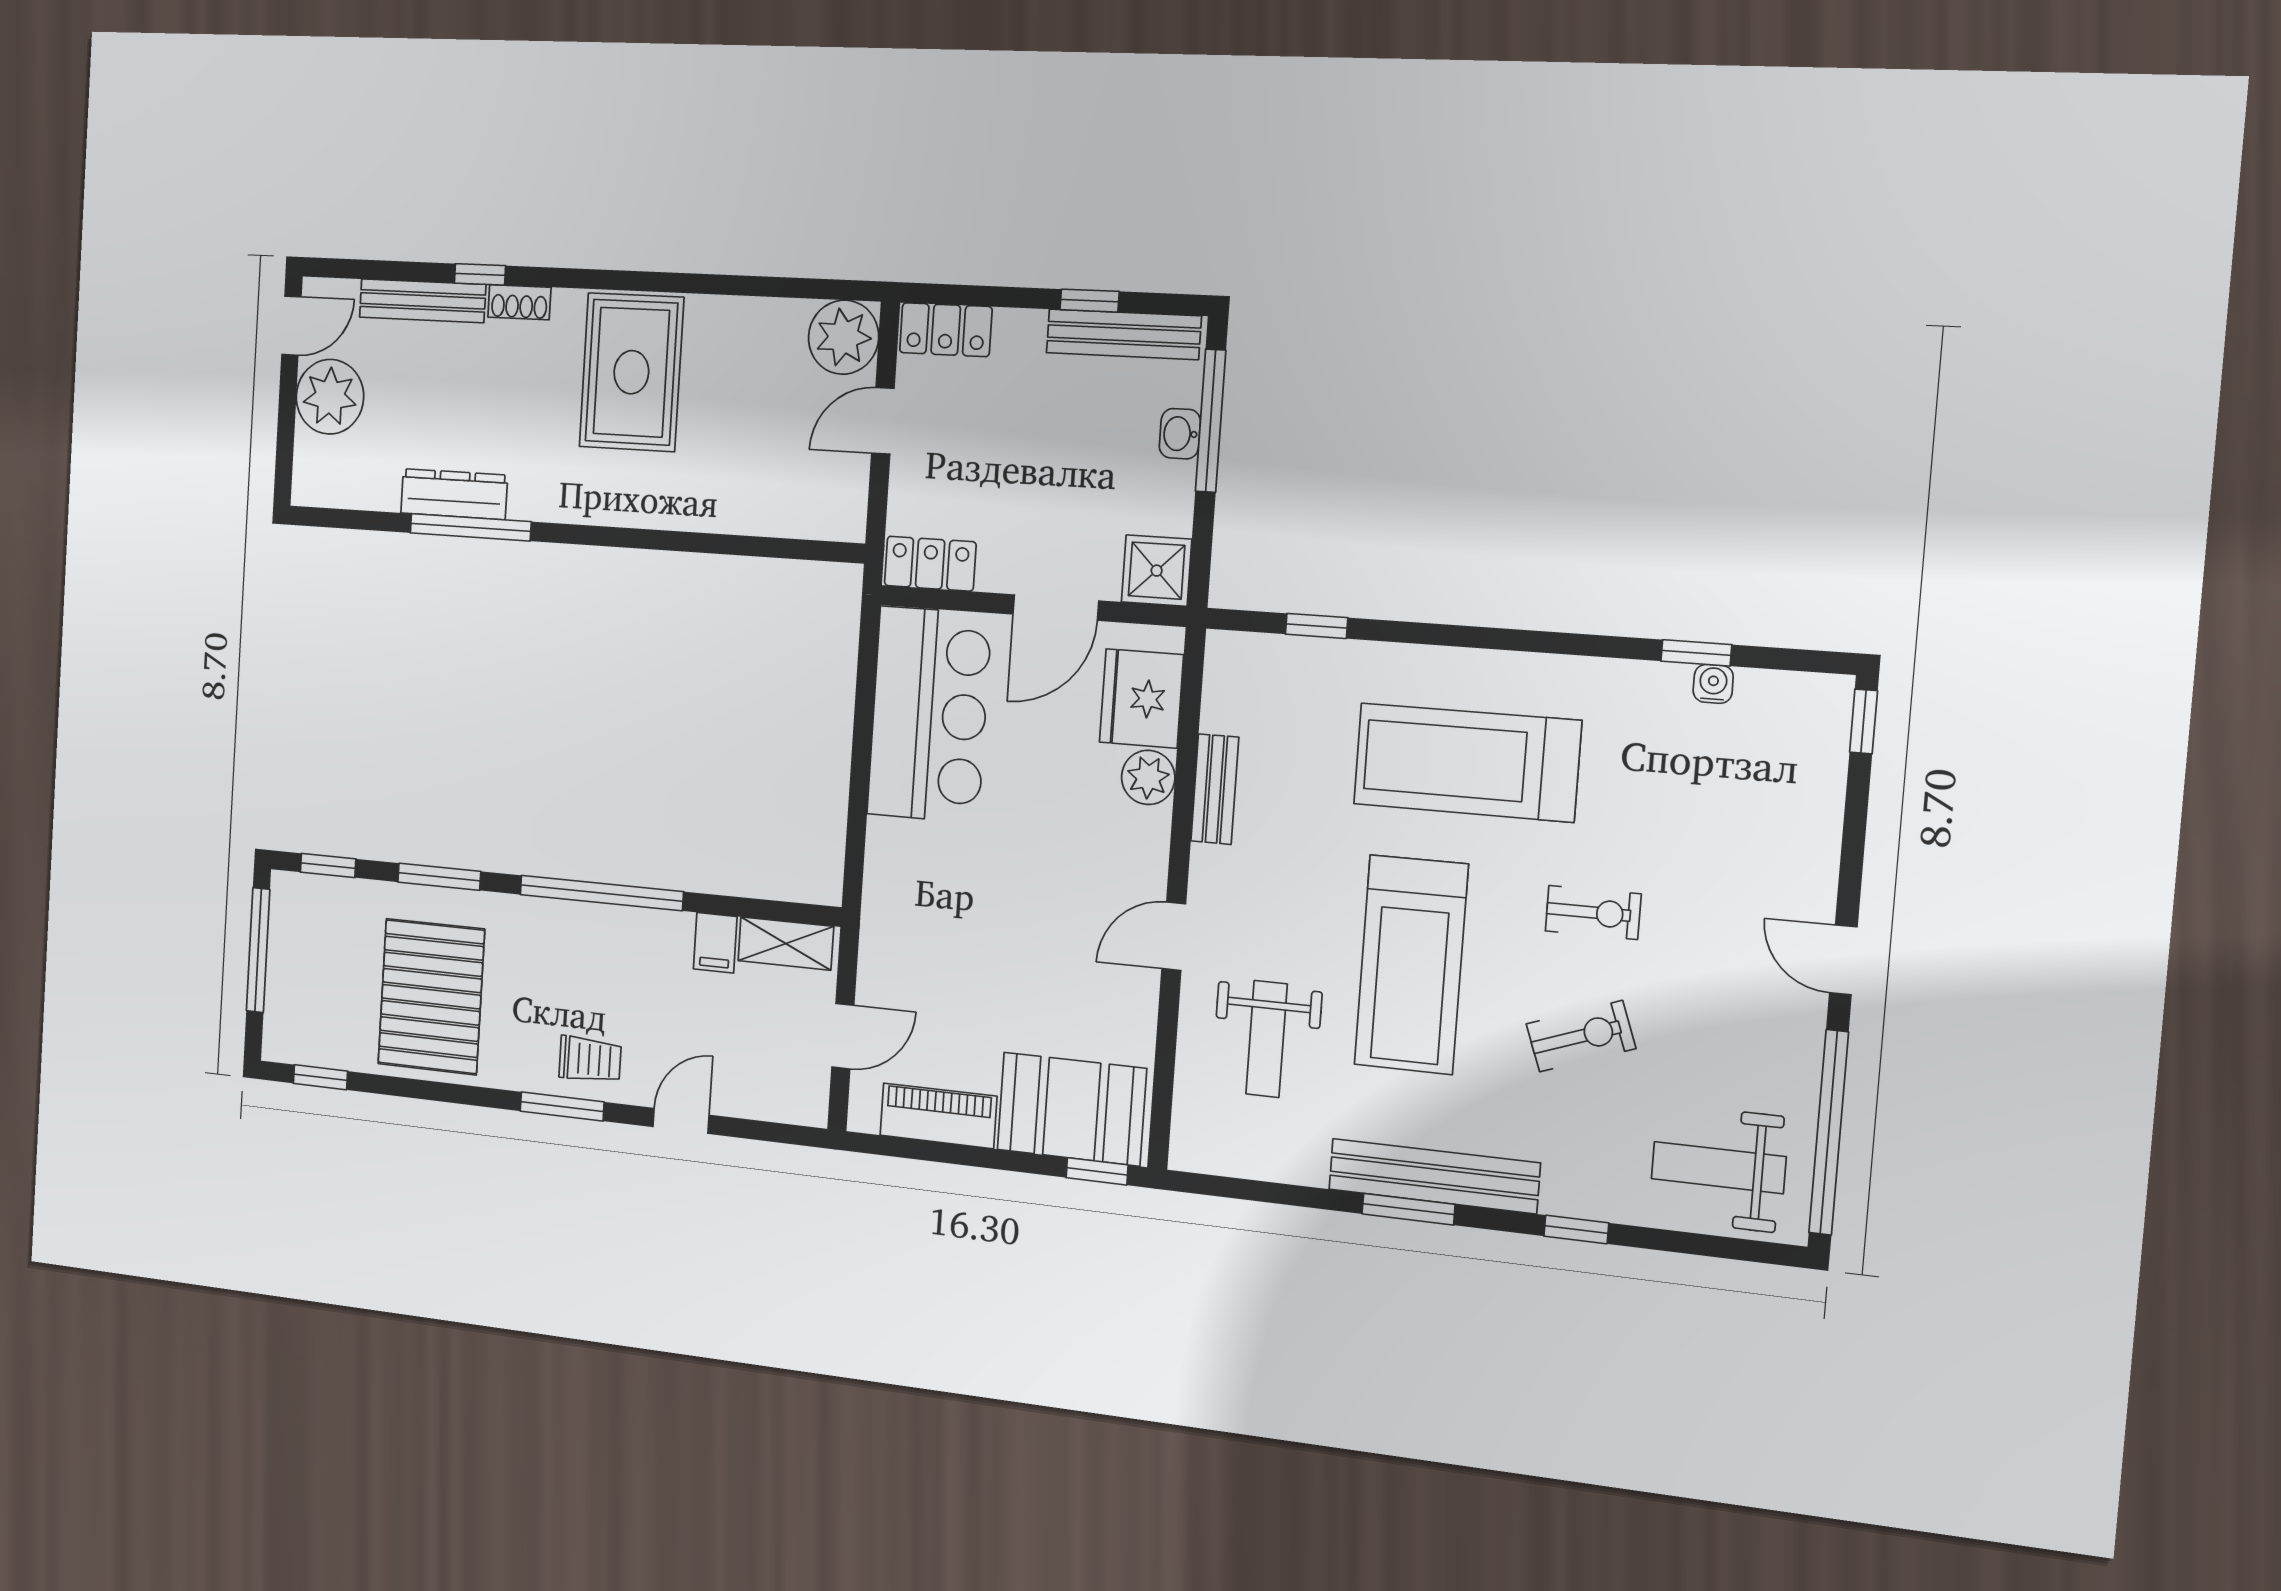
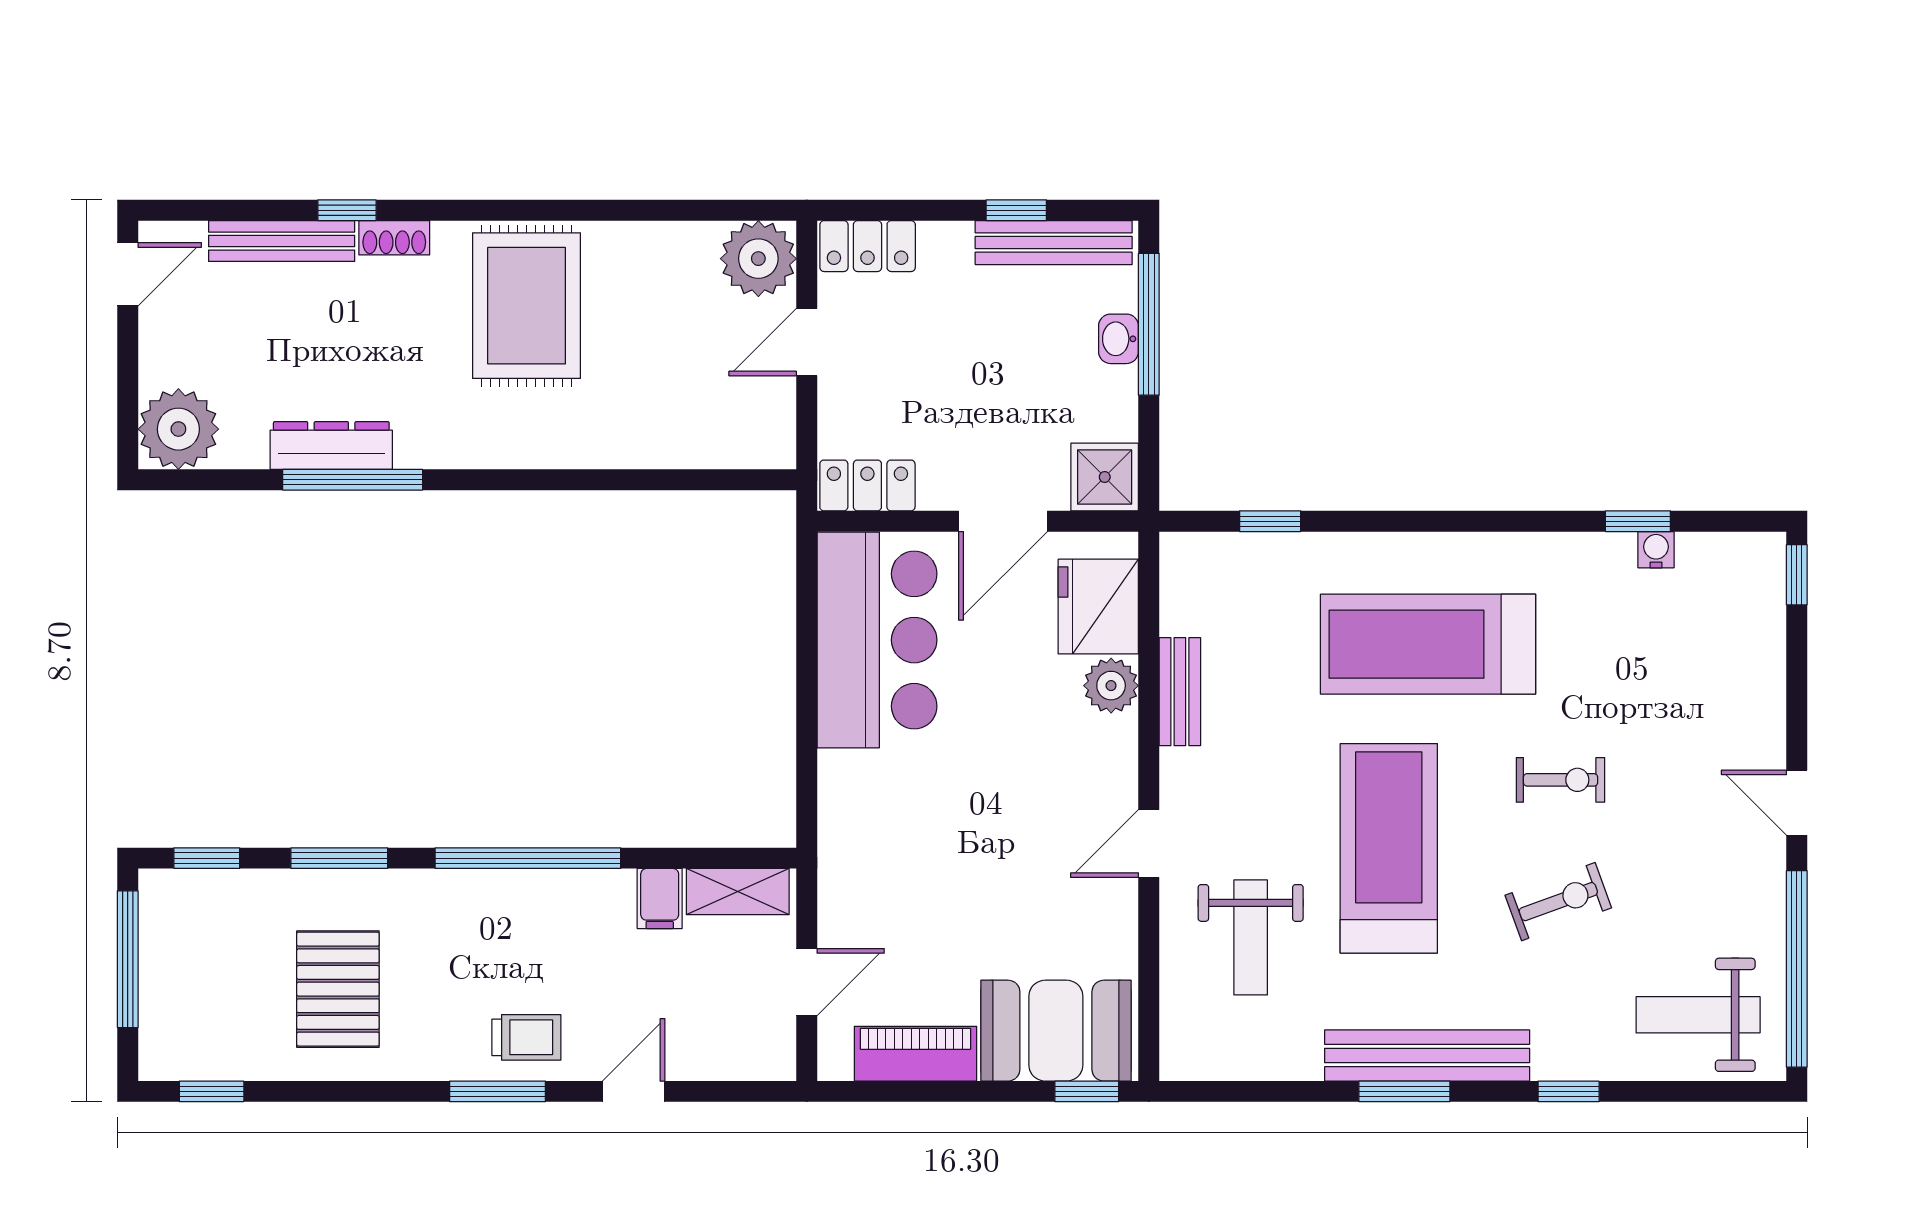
plant: (330, 397) -> (178, 429), moved
treadmill: (1411, 965) -> (1389, 848), turned 180
pallet: (431, 997) -> (338, 989), width x0.73, depth x0.71

